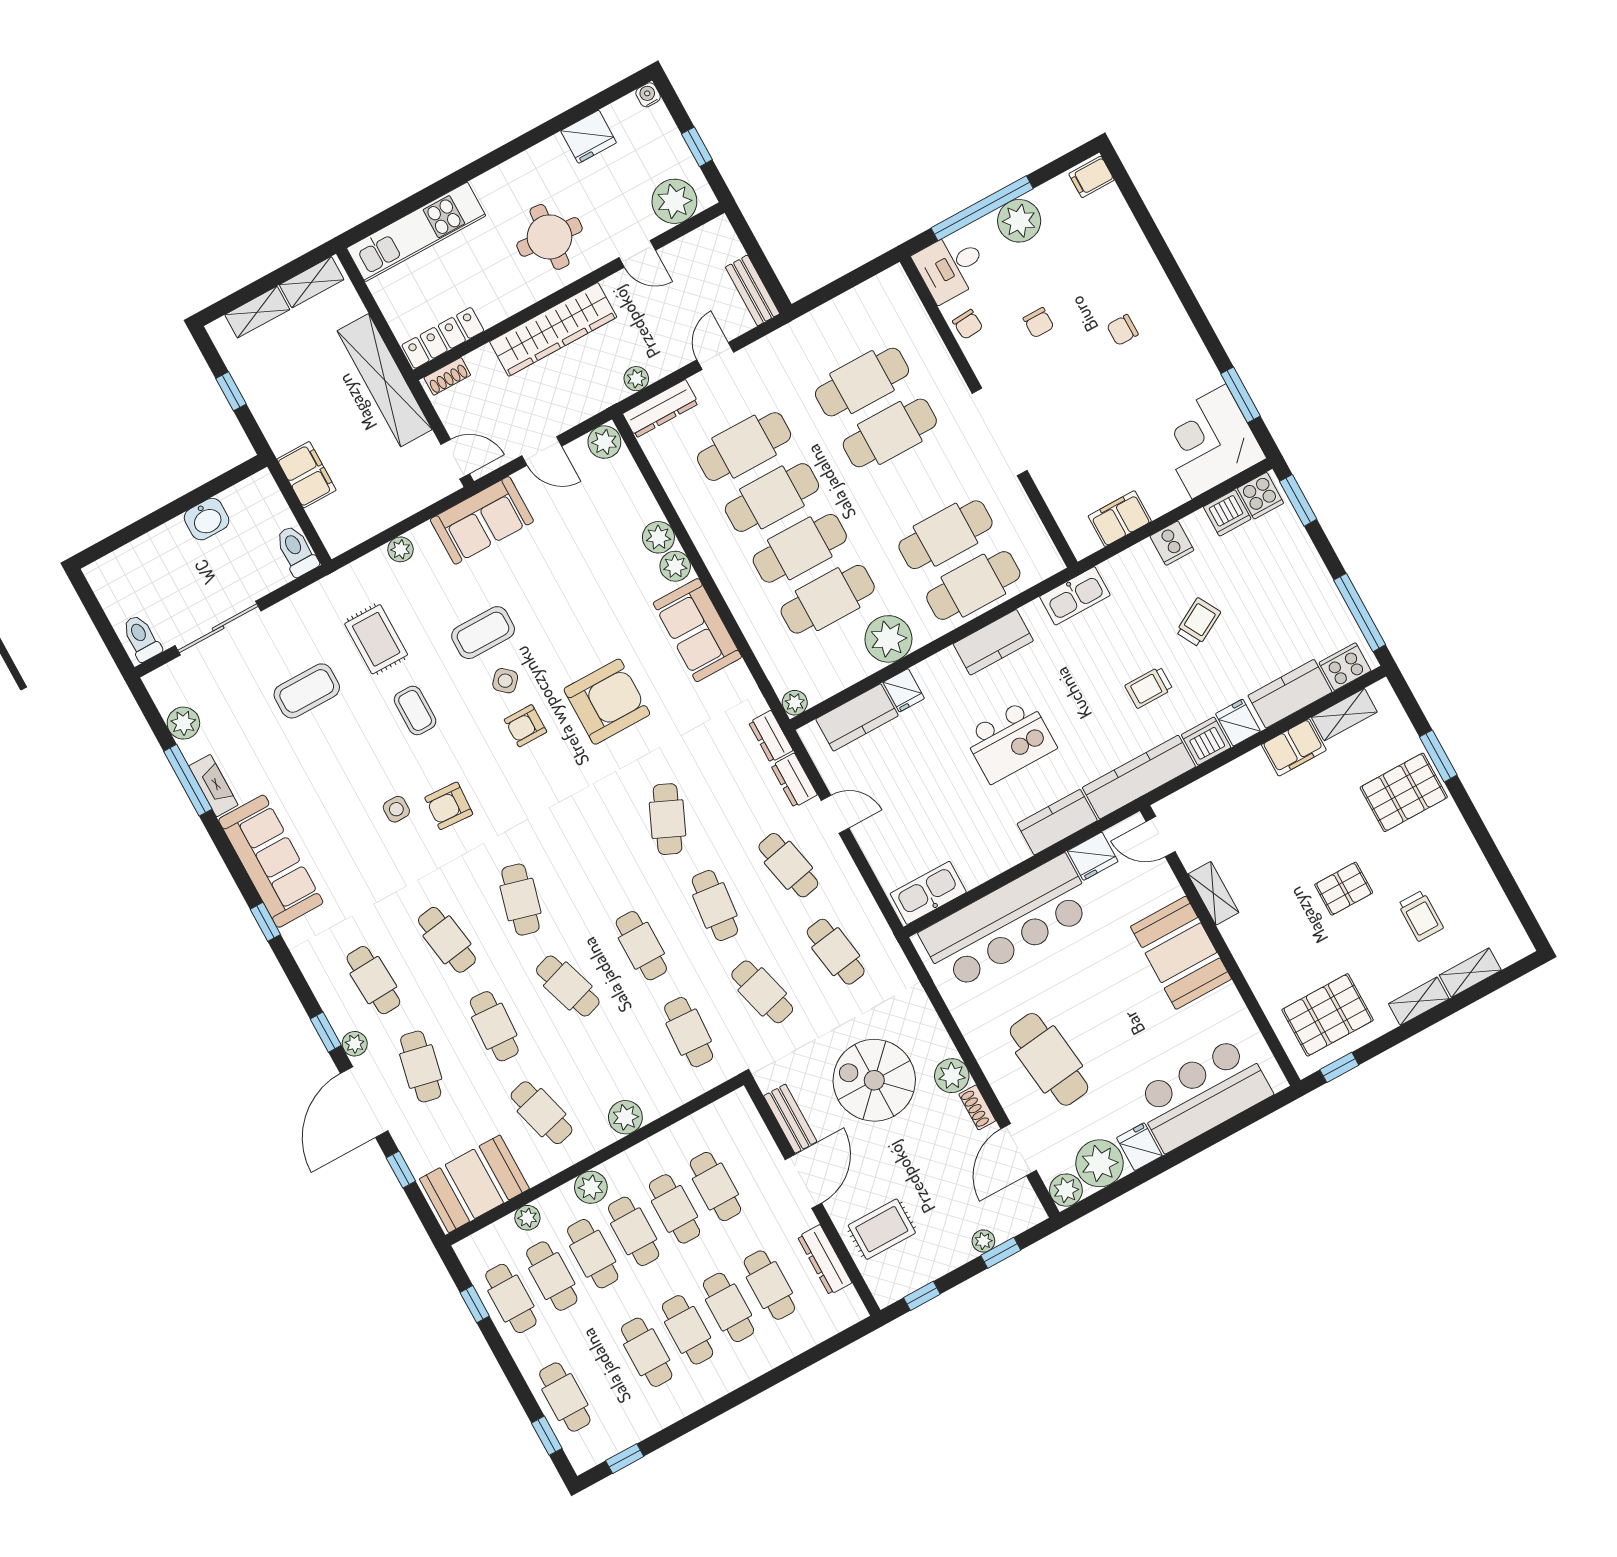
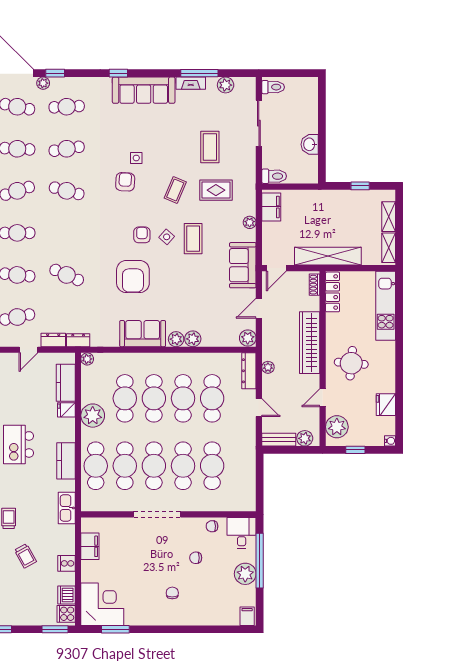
plant: (725, 246) -> (305, 438), added
filing cabinet: (306, 475) -> (271, 207), moved, turned -90
cafe table: (918, 484) -> (154, 466), added
coffee table: (415, 710) -> (175, 190), turned -67

